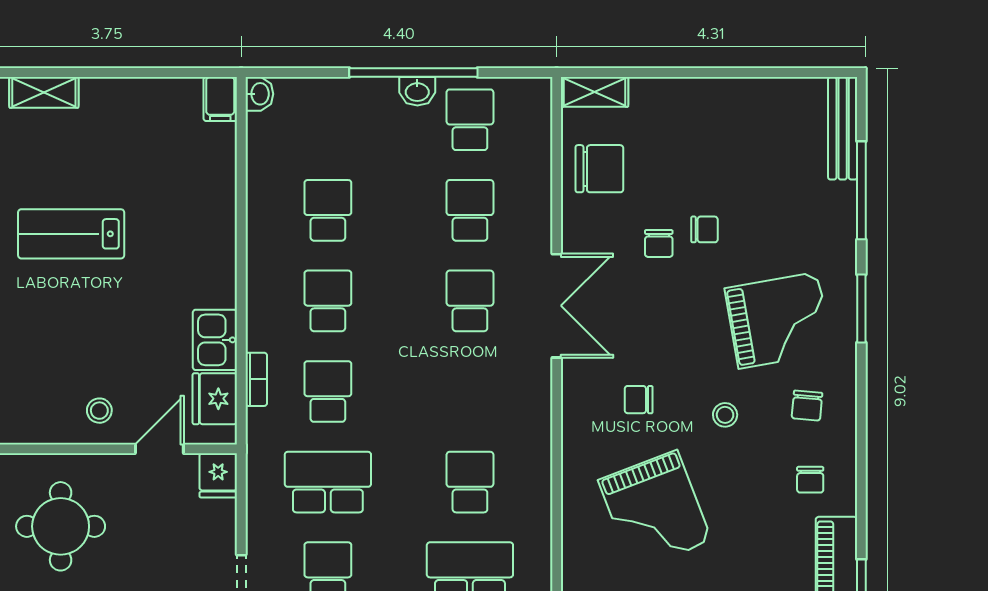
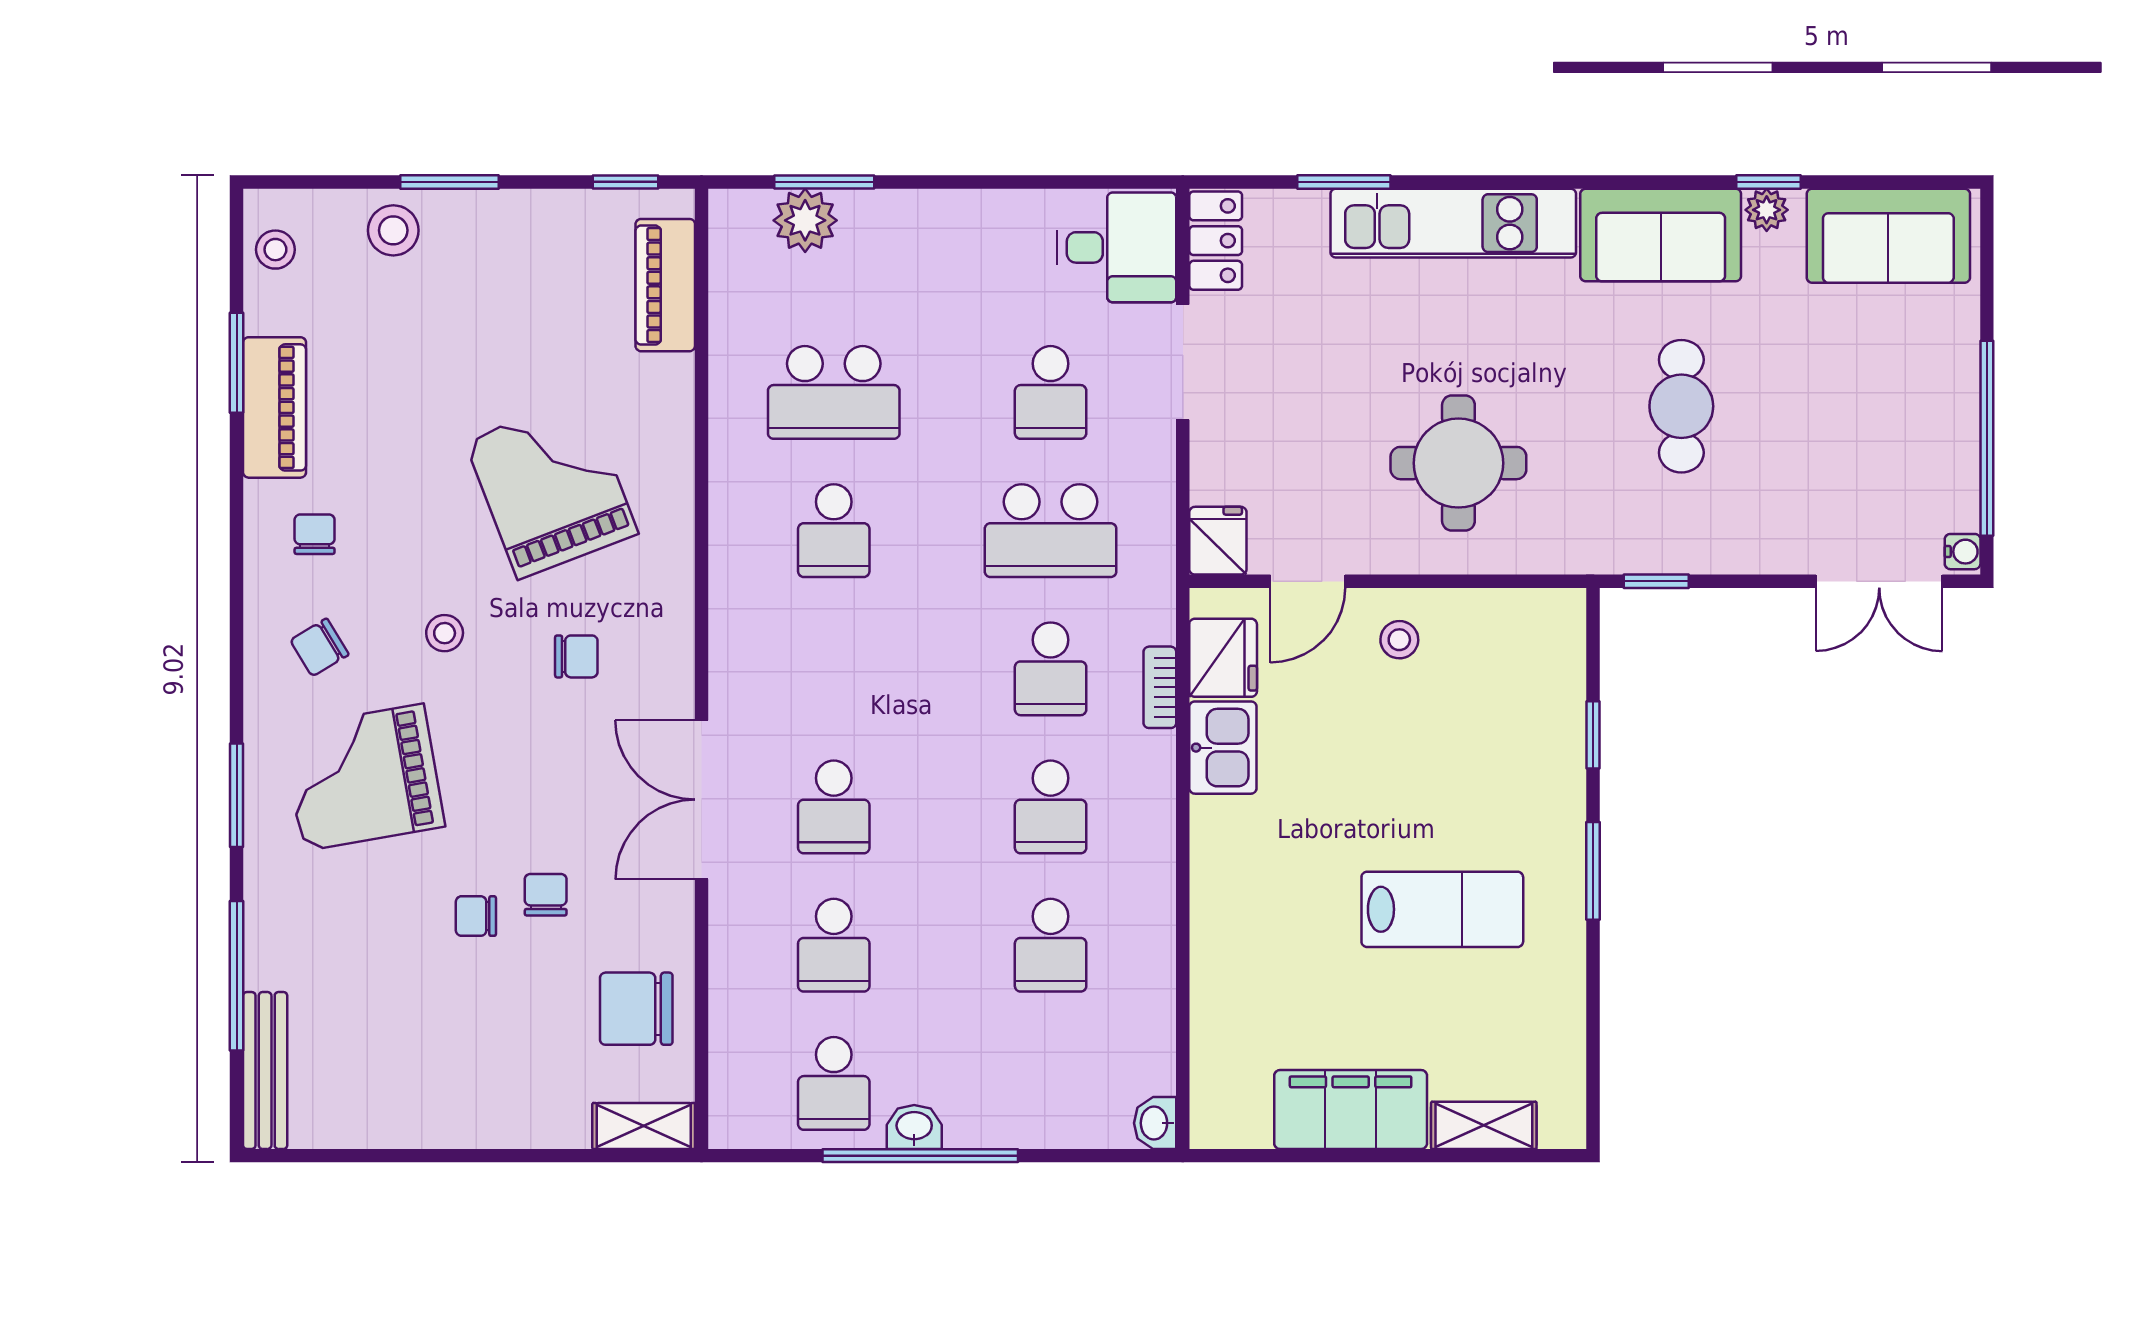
filing cabinet: (220, 99) -> (1351, 1109), moved, width x3.00, depth x1.17
chair: (807, 406) -> (319, 647), turned -126

